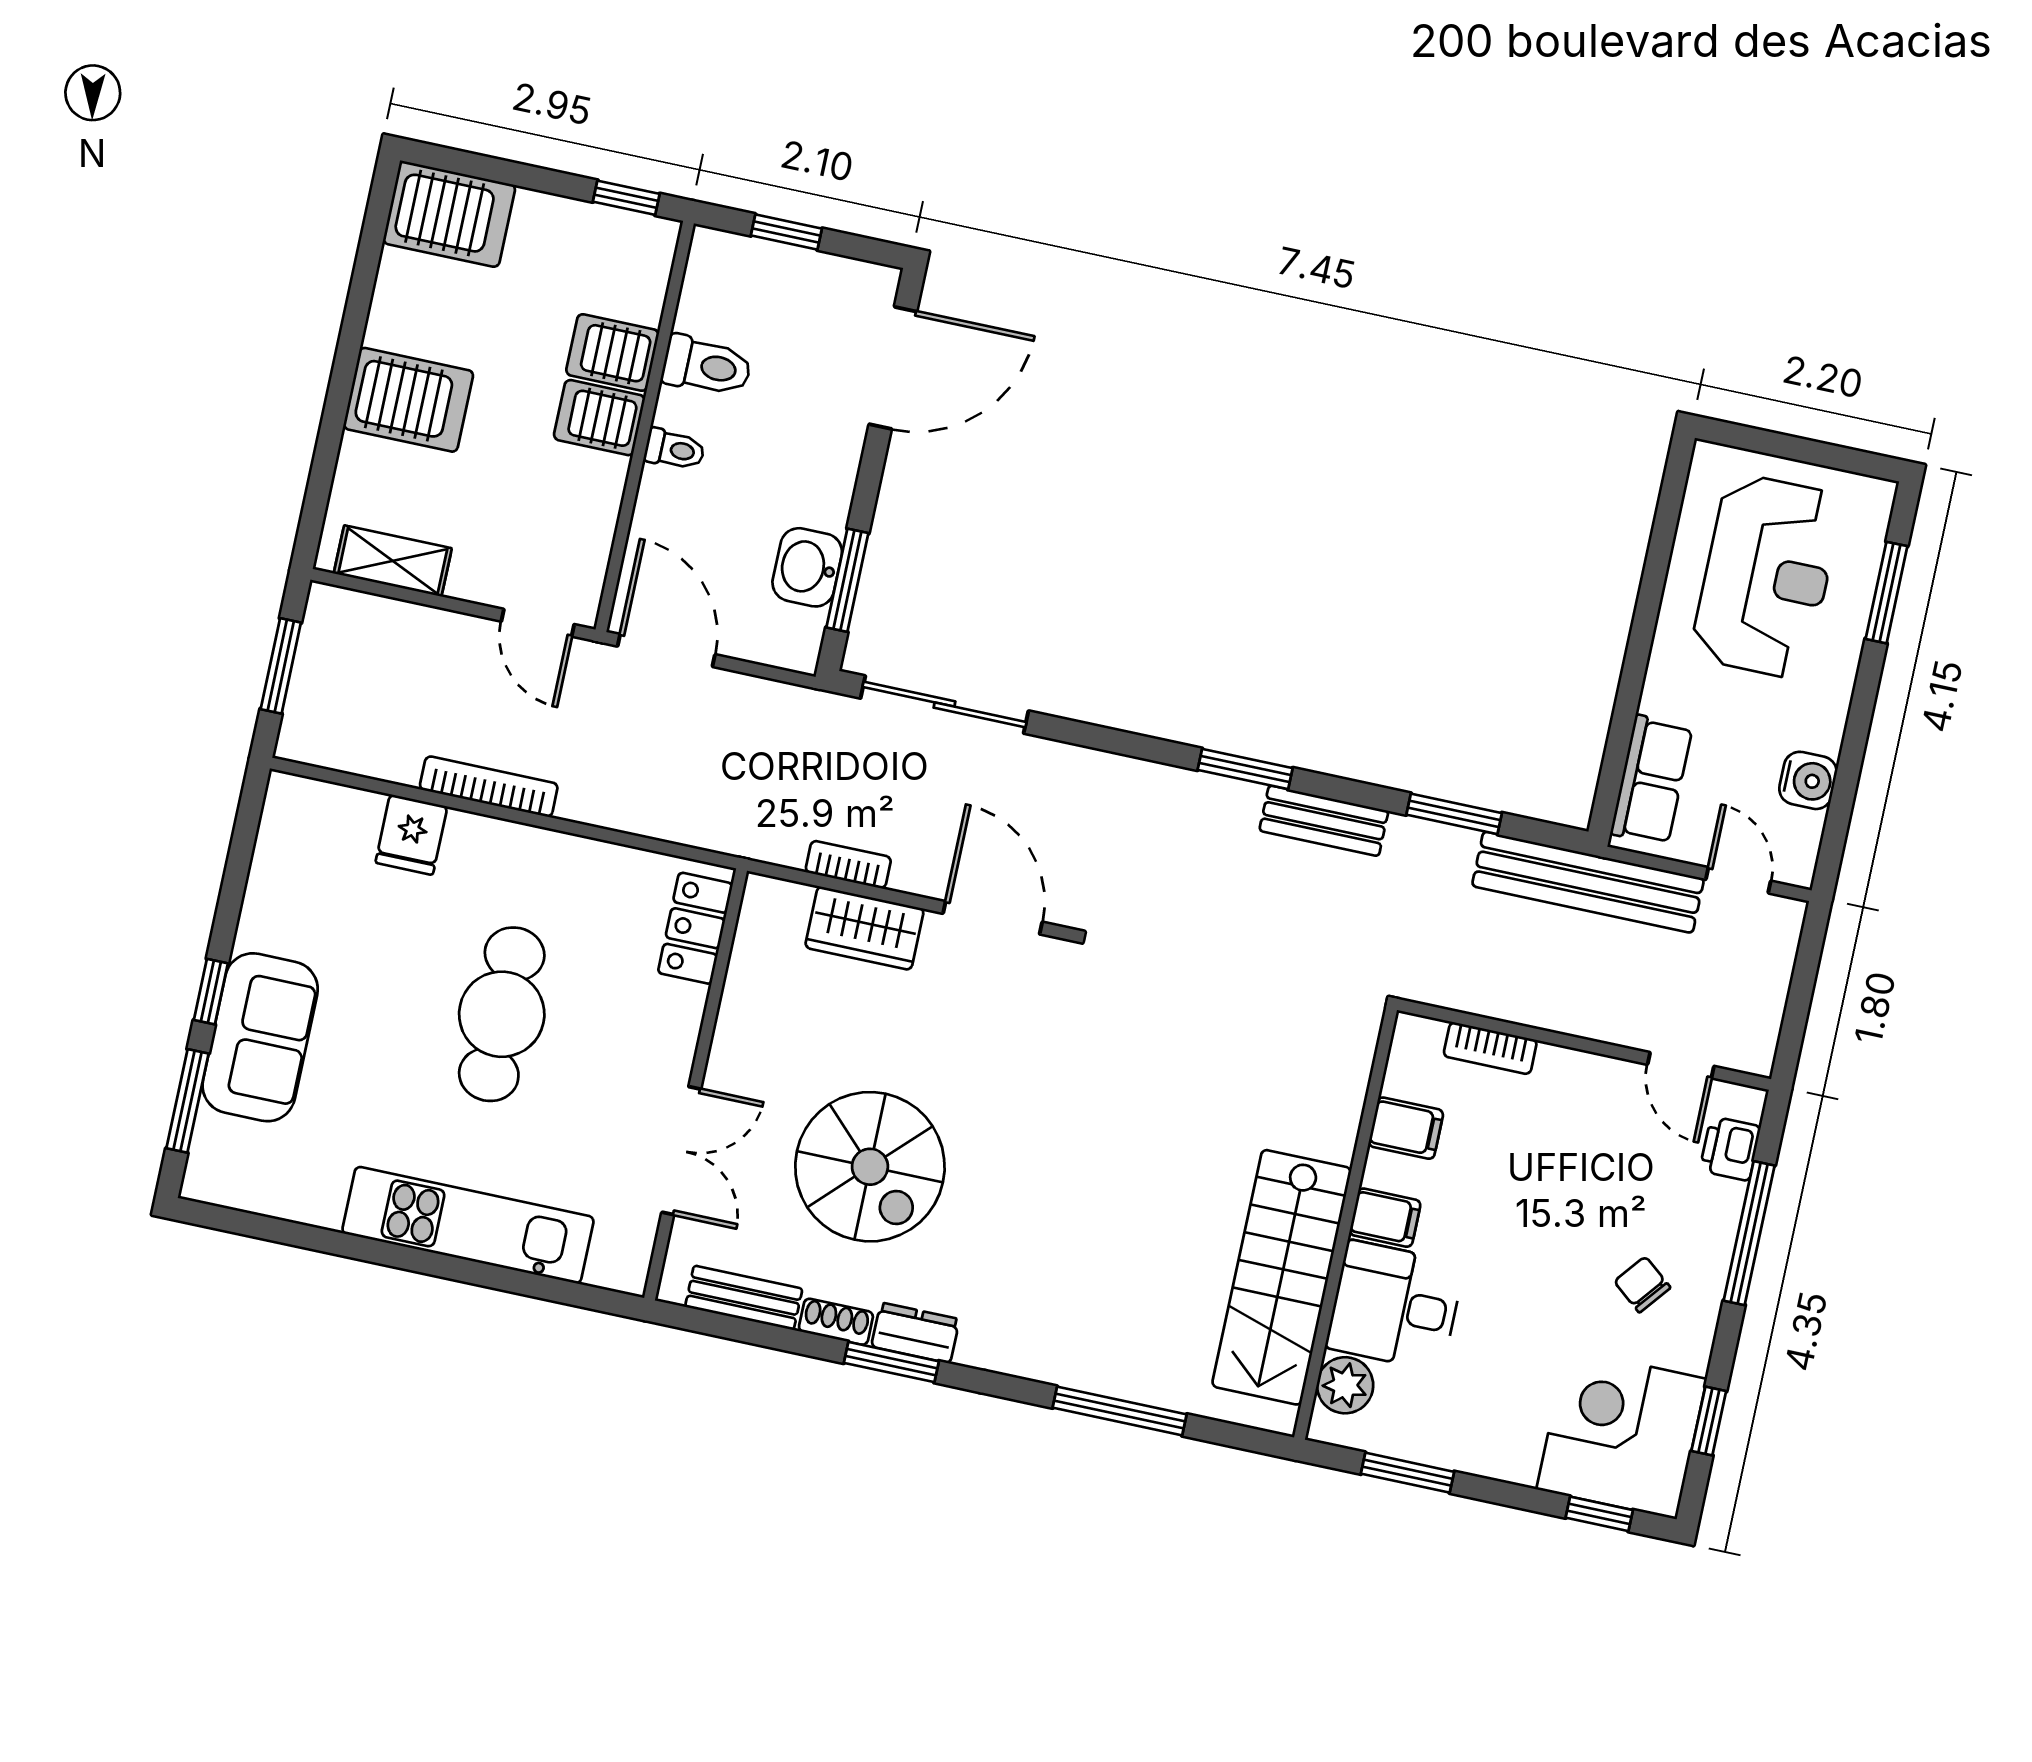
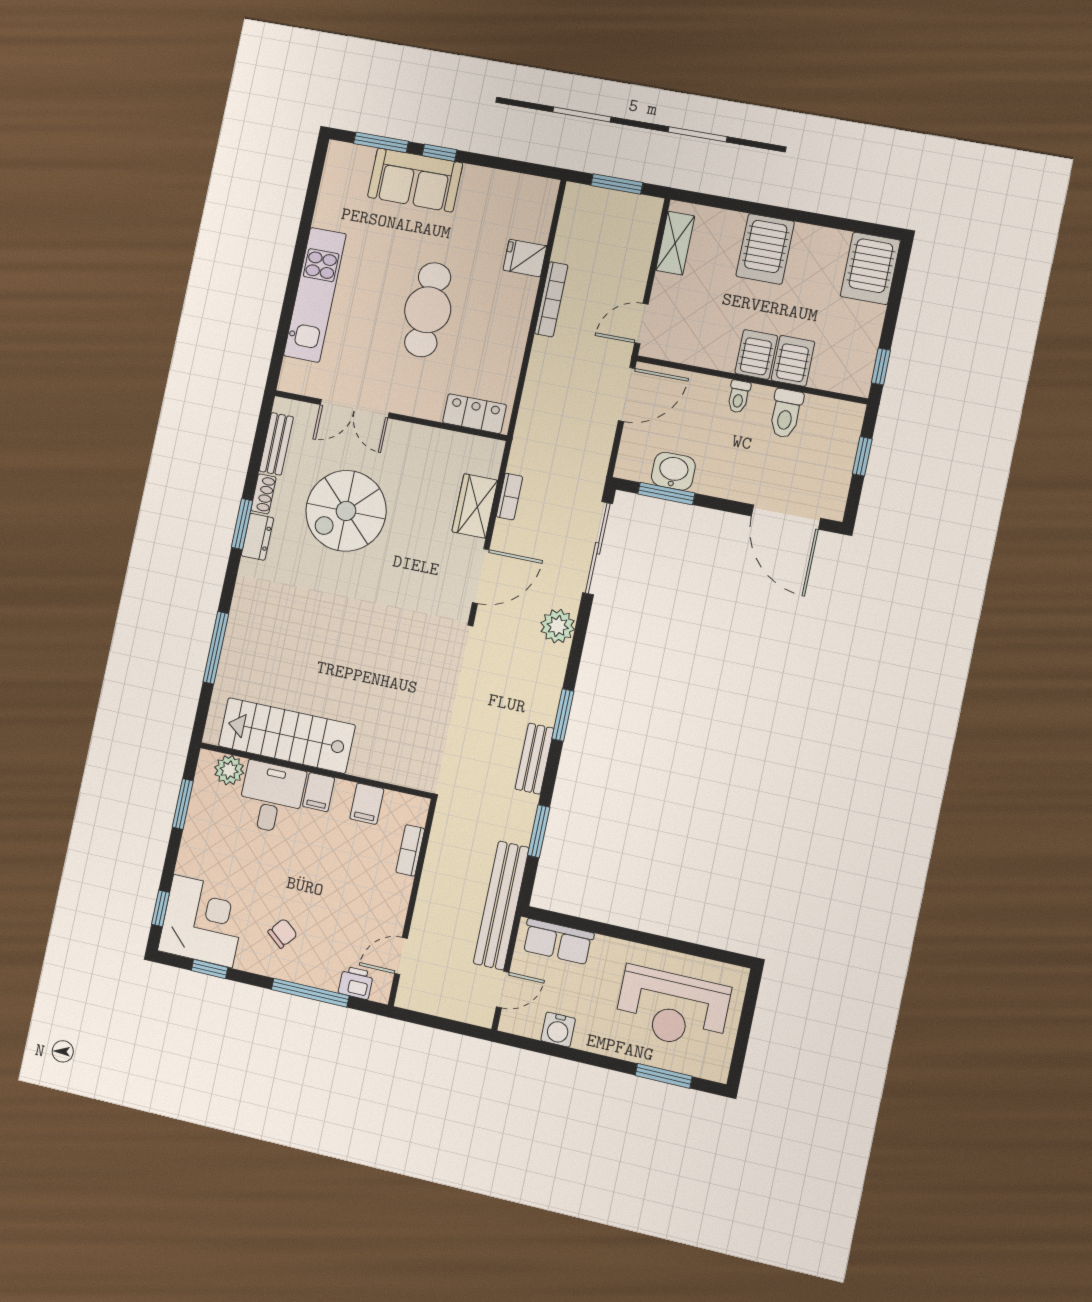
plant: (1085, 778) -> (558, 626), added
cafe table: (502, 1014) -> (428, 310), turned 90

